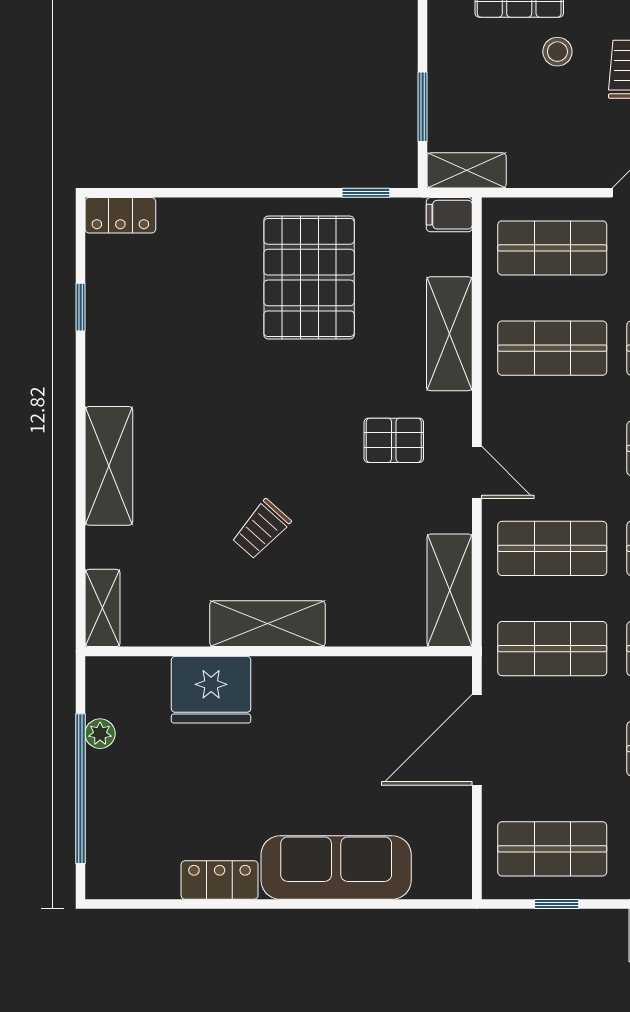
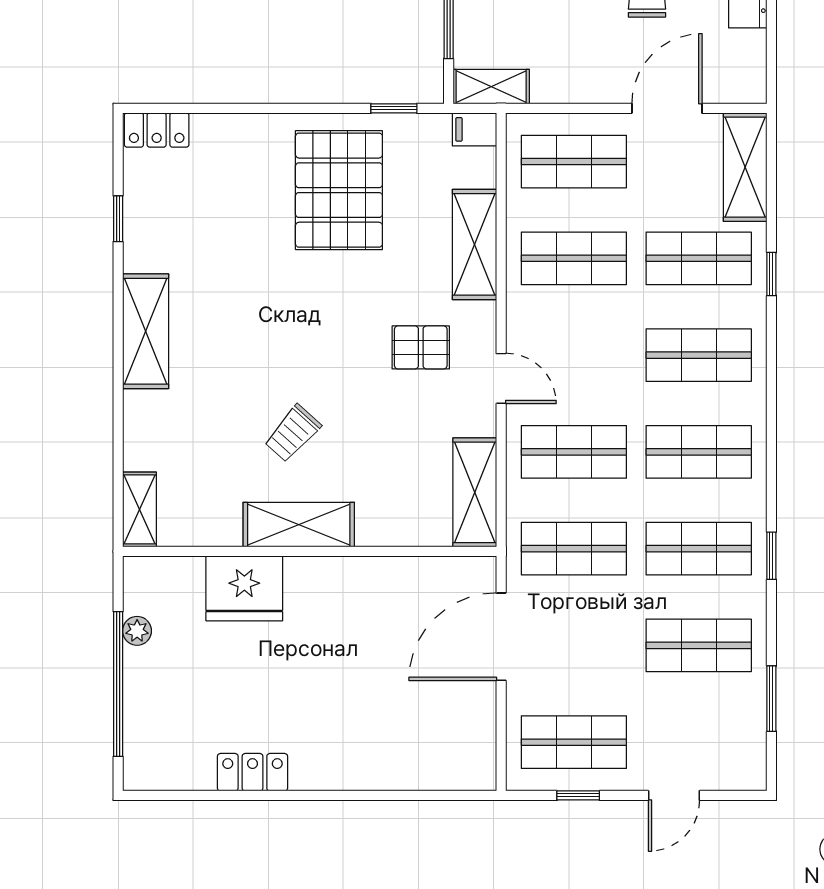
shelving: (109, 466) -> (146, 331), moved
sofa: (336, 867) -> (365, 760), removed

